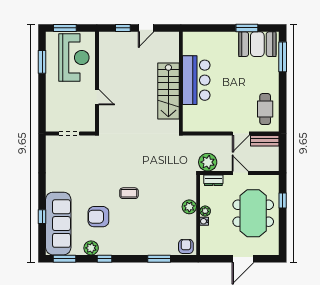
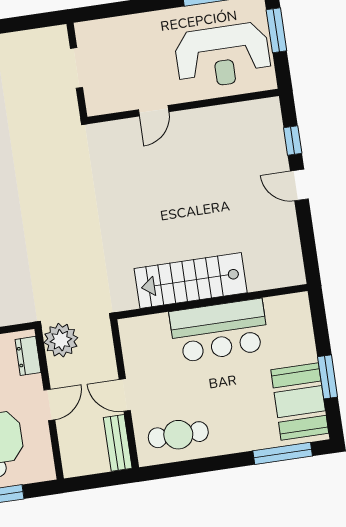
bar counter: (196, 80) -> (219, 331), moved
wall: (181, 82) -> (212, 302), moved
stairs: (168, 91) -> (191, 281), moved

